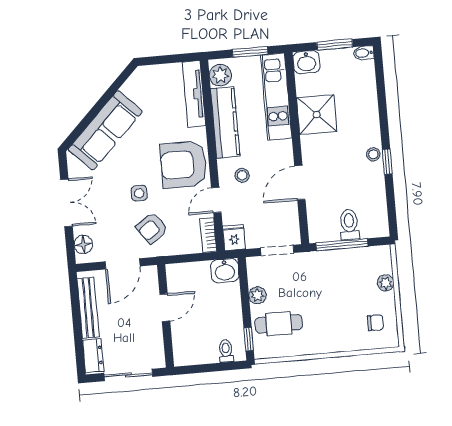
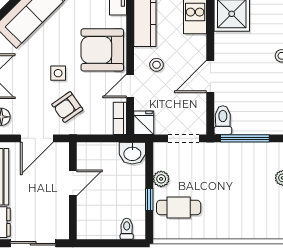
toilet: (349, 225) -> (223, 120), moved
chair: (375, 323) -> (270, 214), removed
window: (249, 339) -> (149, 200), moved

